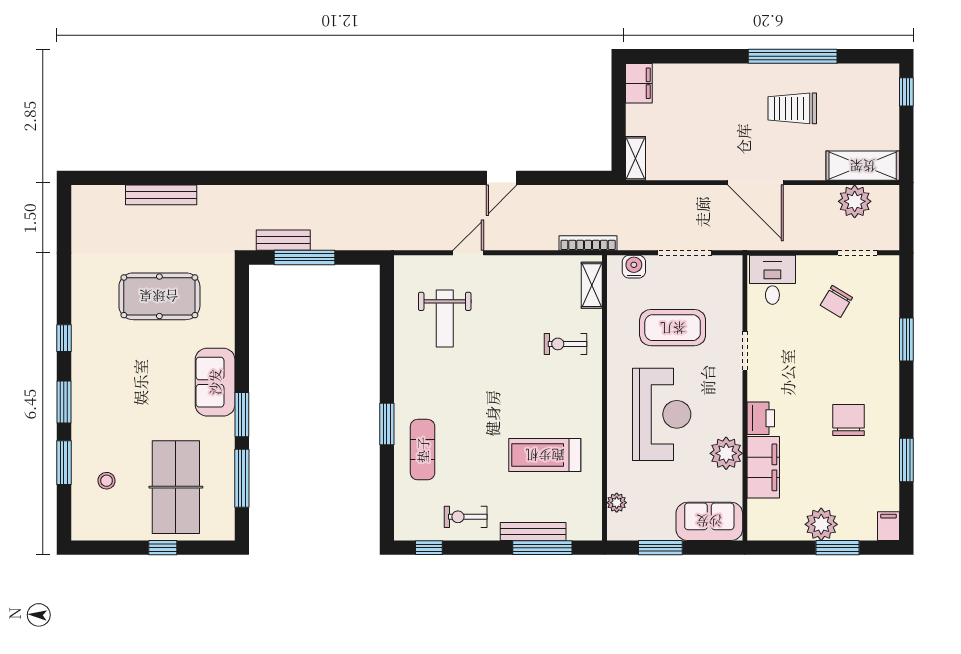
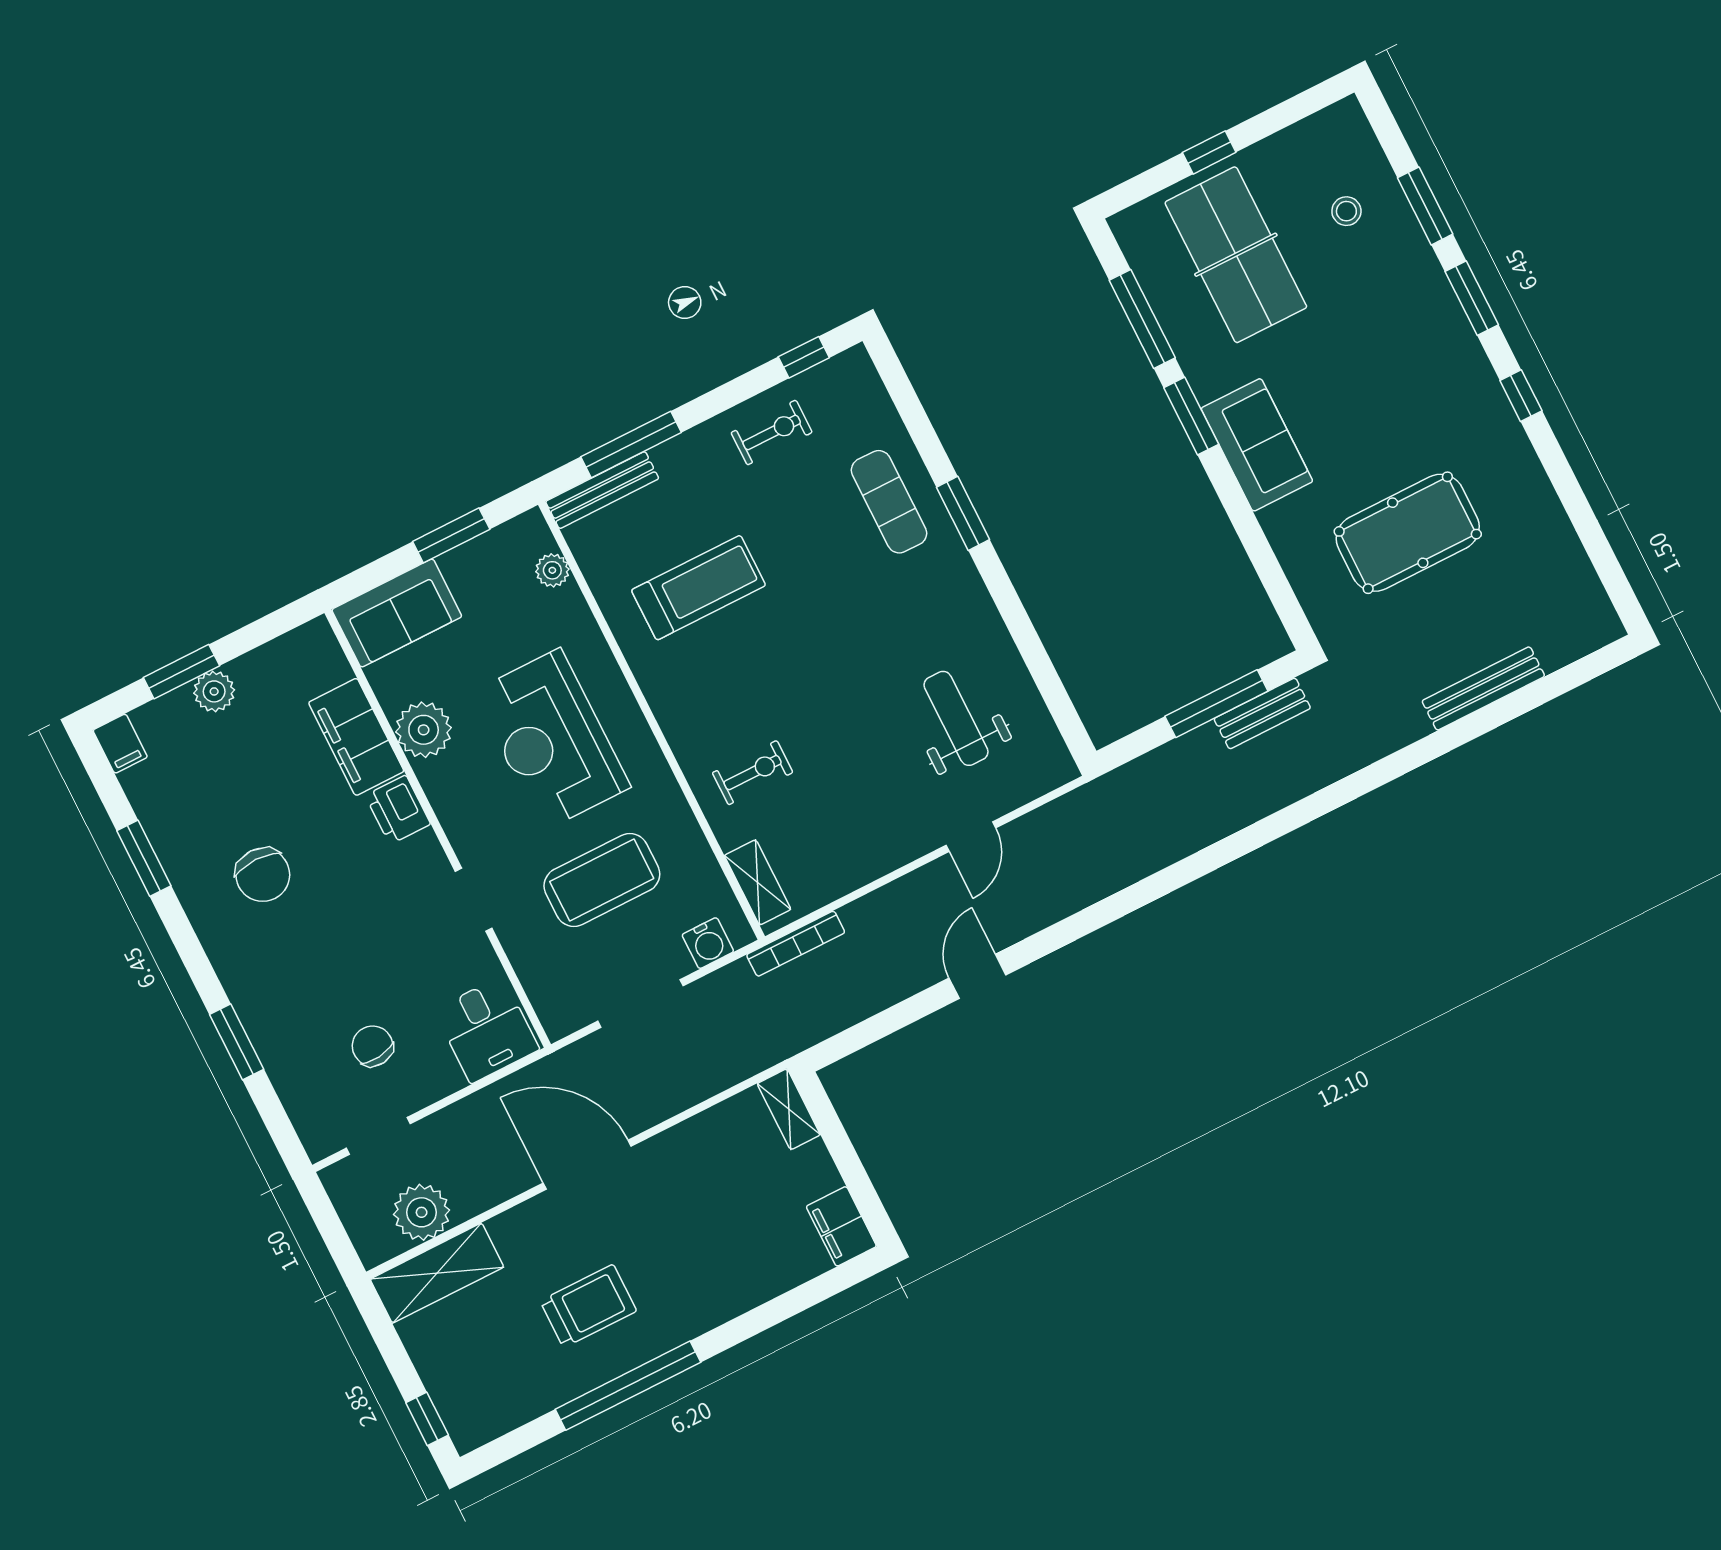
chair: (836, 301) -> (373, 1046), turned -38
plant: (821, 524) -> (214, 691), width x0.73, depth x0.73
bench: (533, 531) -> (602, 490), moved

